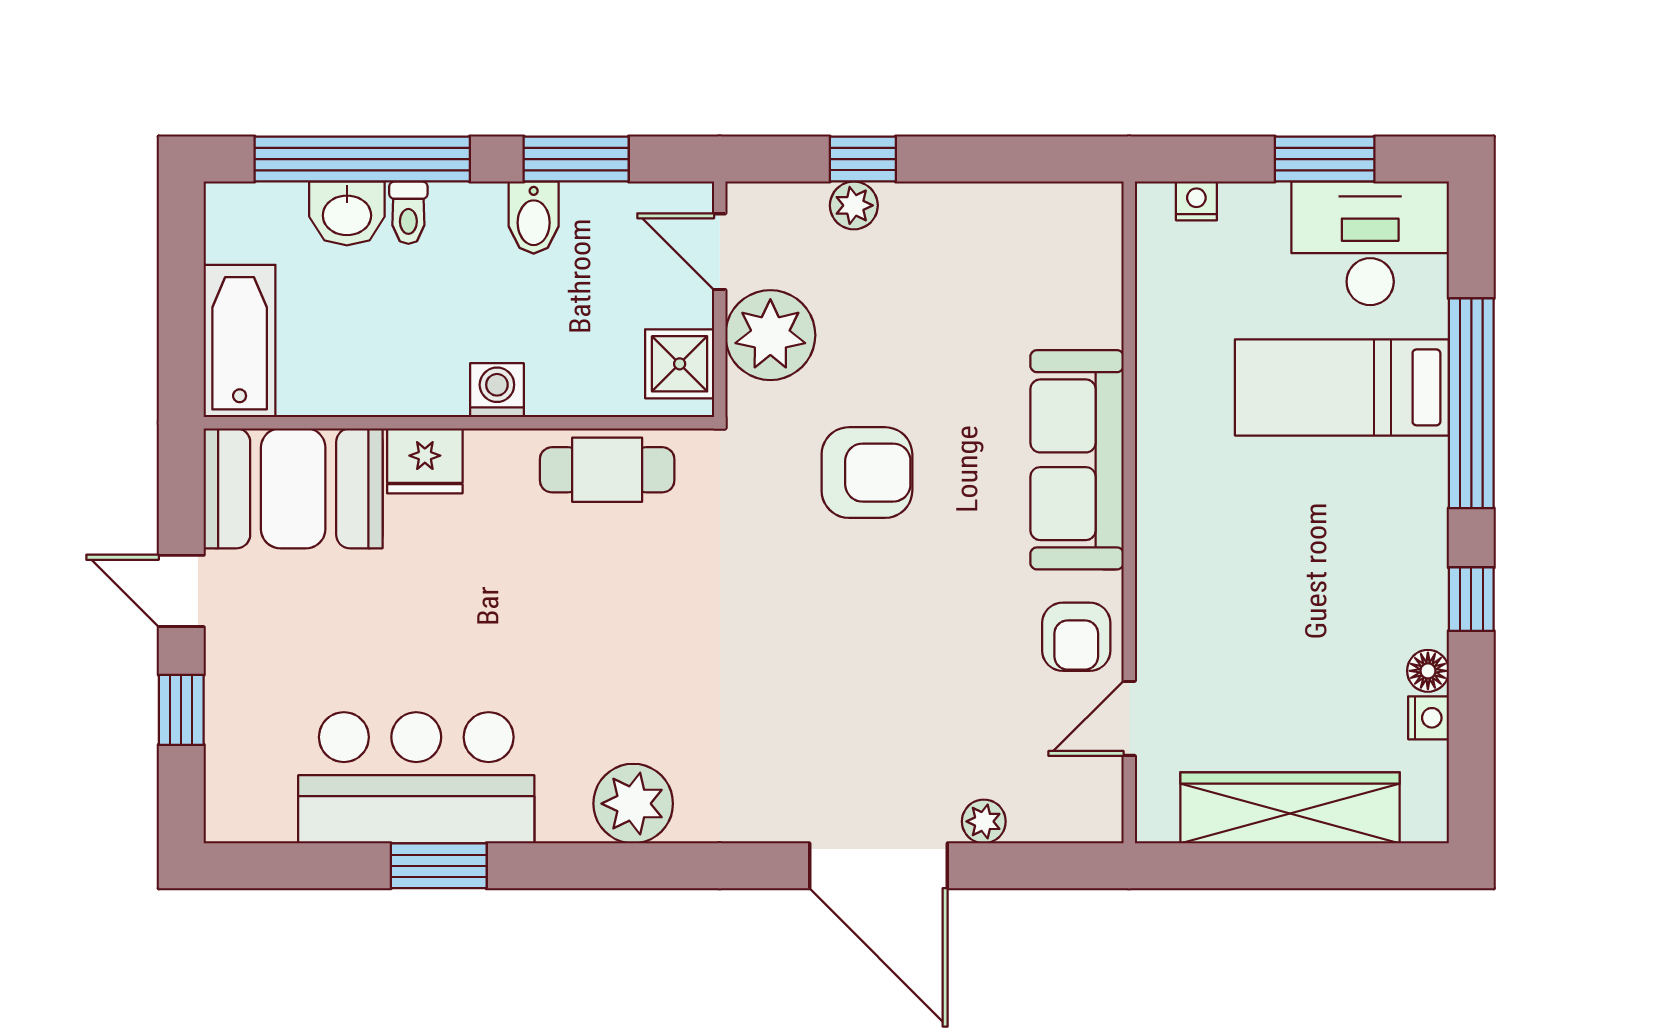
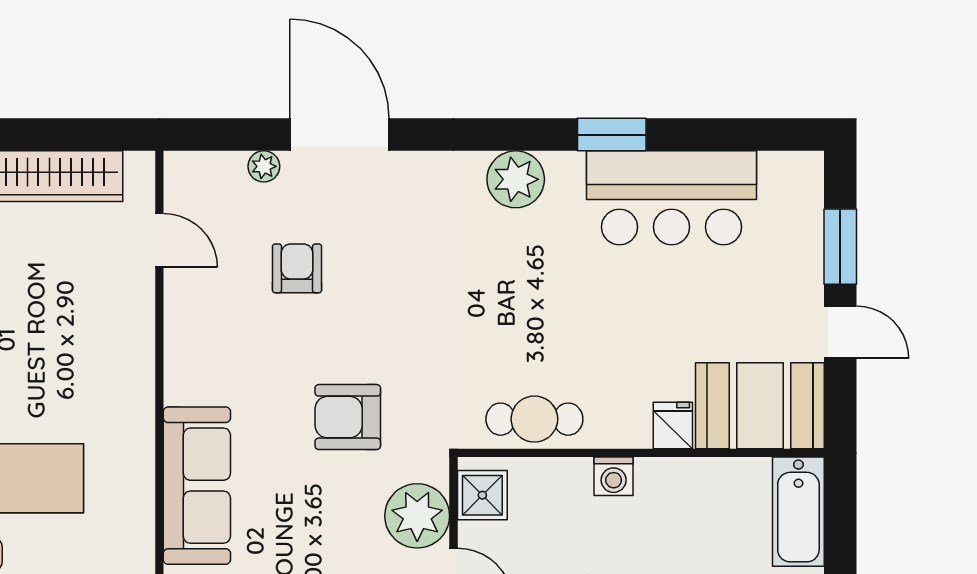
sofa: (1077, 460) -> (197, 486), moved
fridge: (425, 461) -> (673, 426), width x0.72
armchair: (1076, 637) -> (297, 268), moved
window: (181, 710) -> (840, 247), width x1.50
door: (1129, 718) -> (159, 240), hinge flipped
window: (439, 866) -> (612, 135), moved

